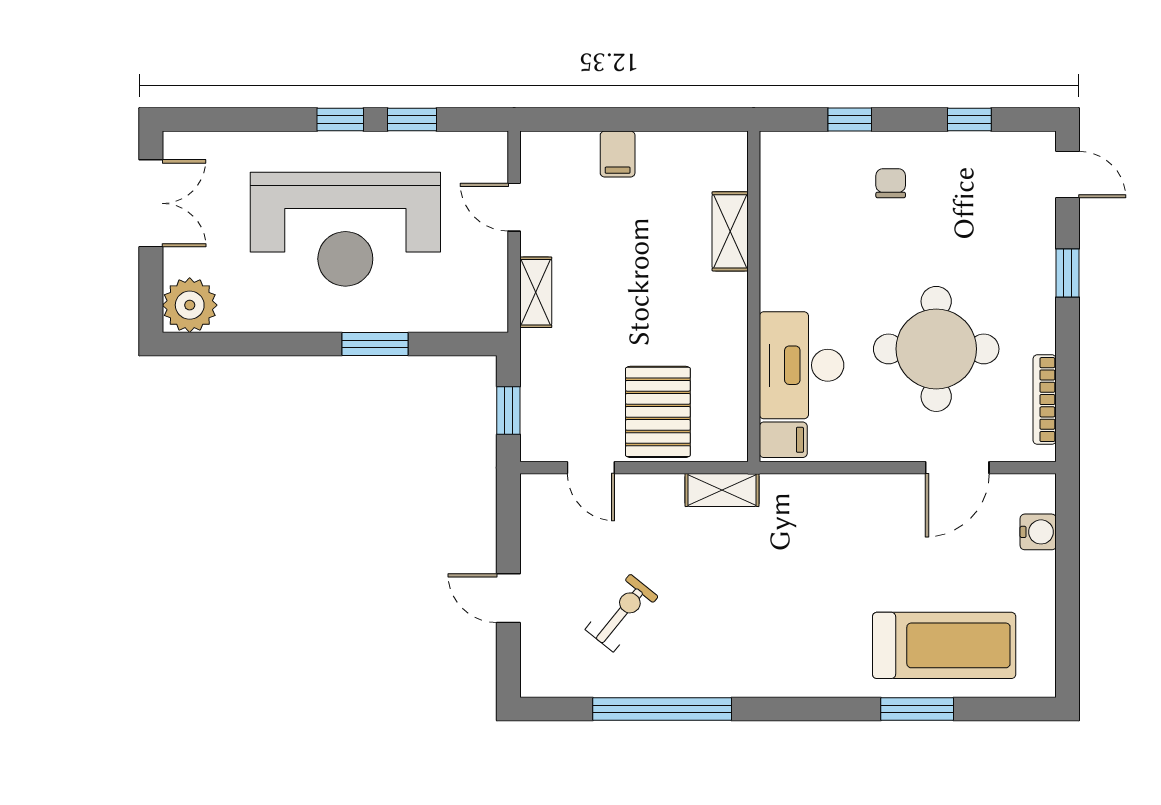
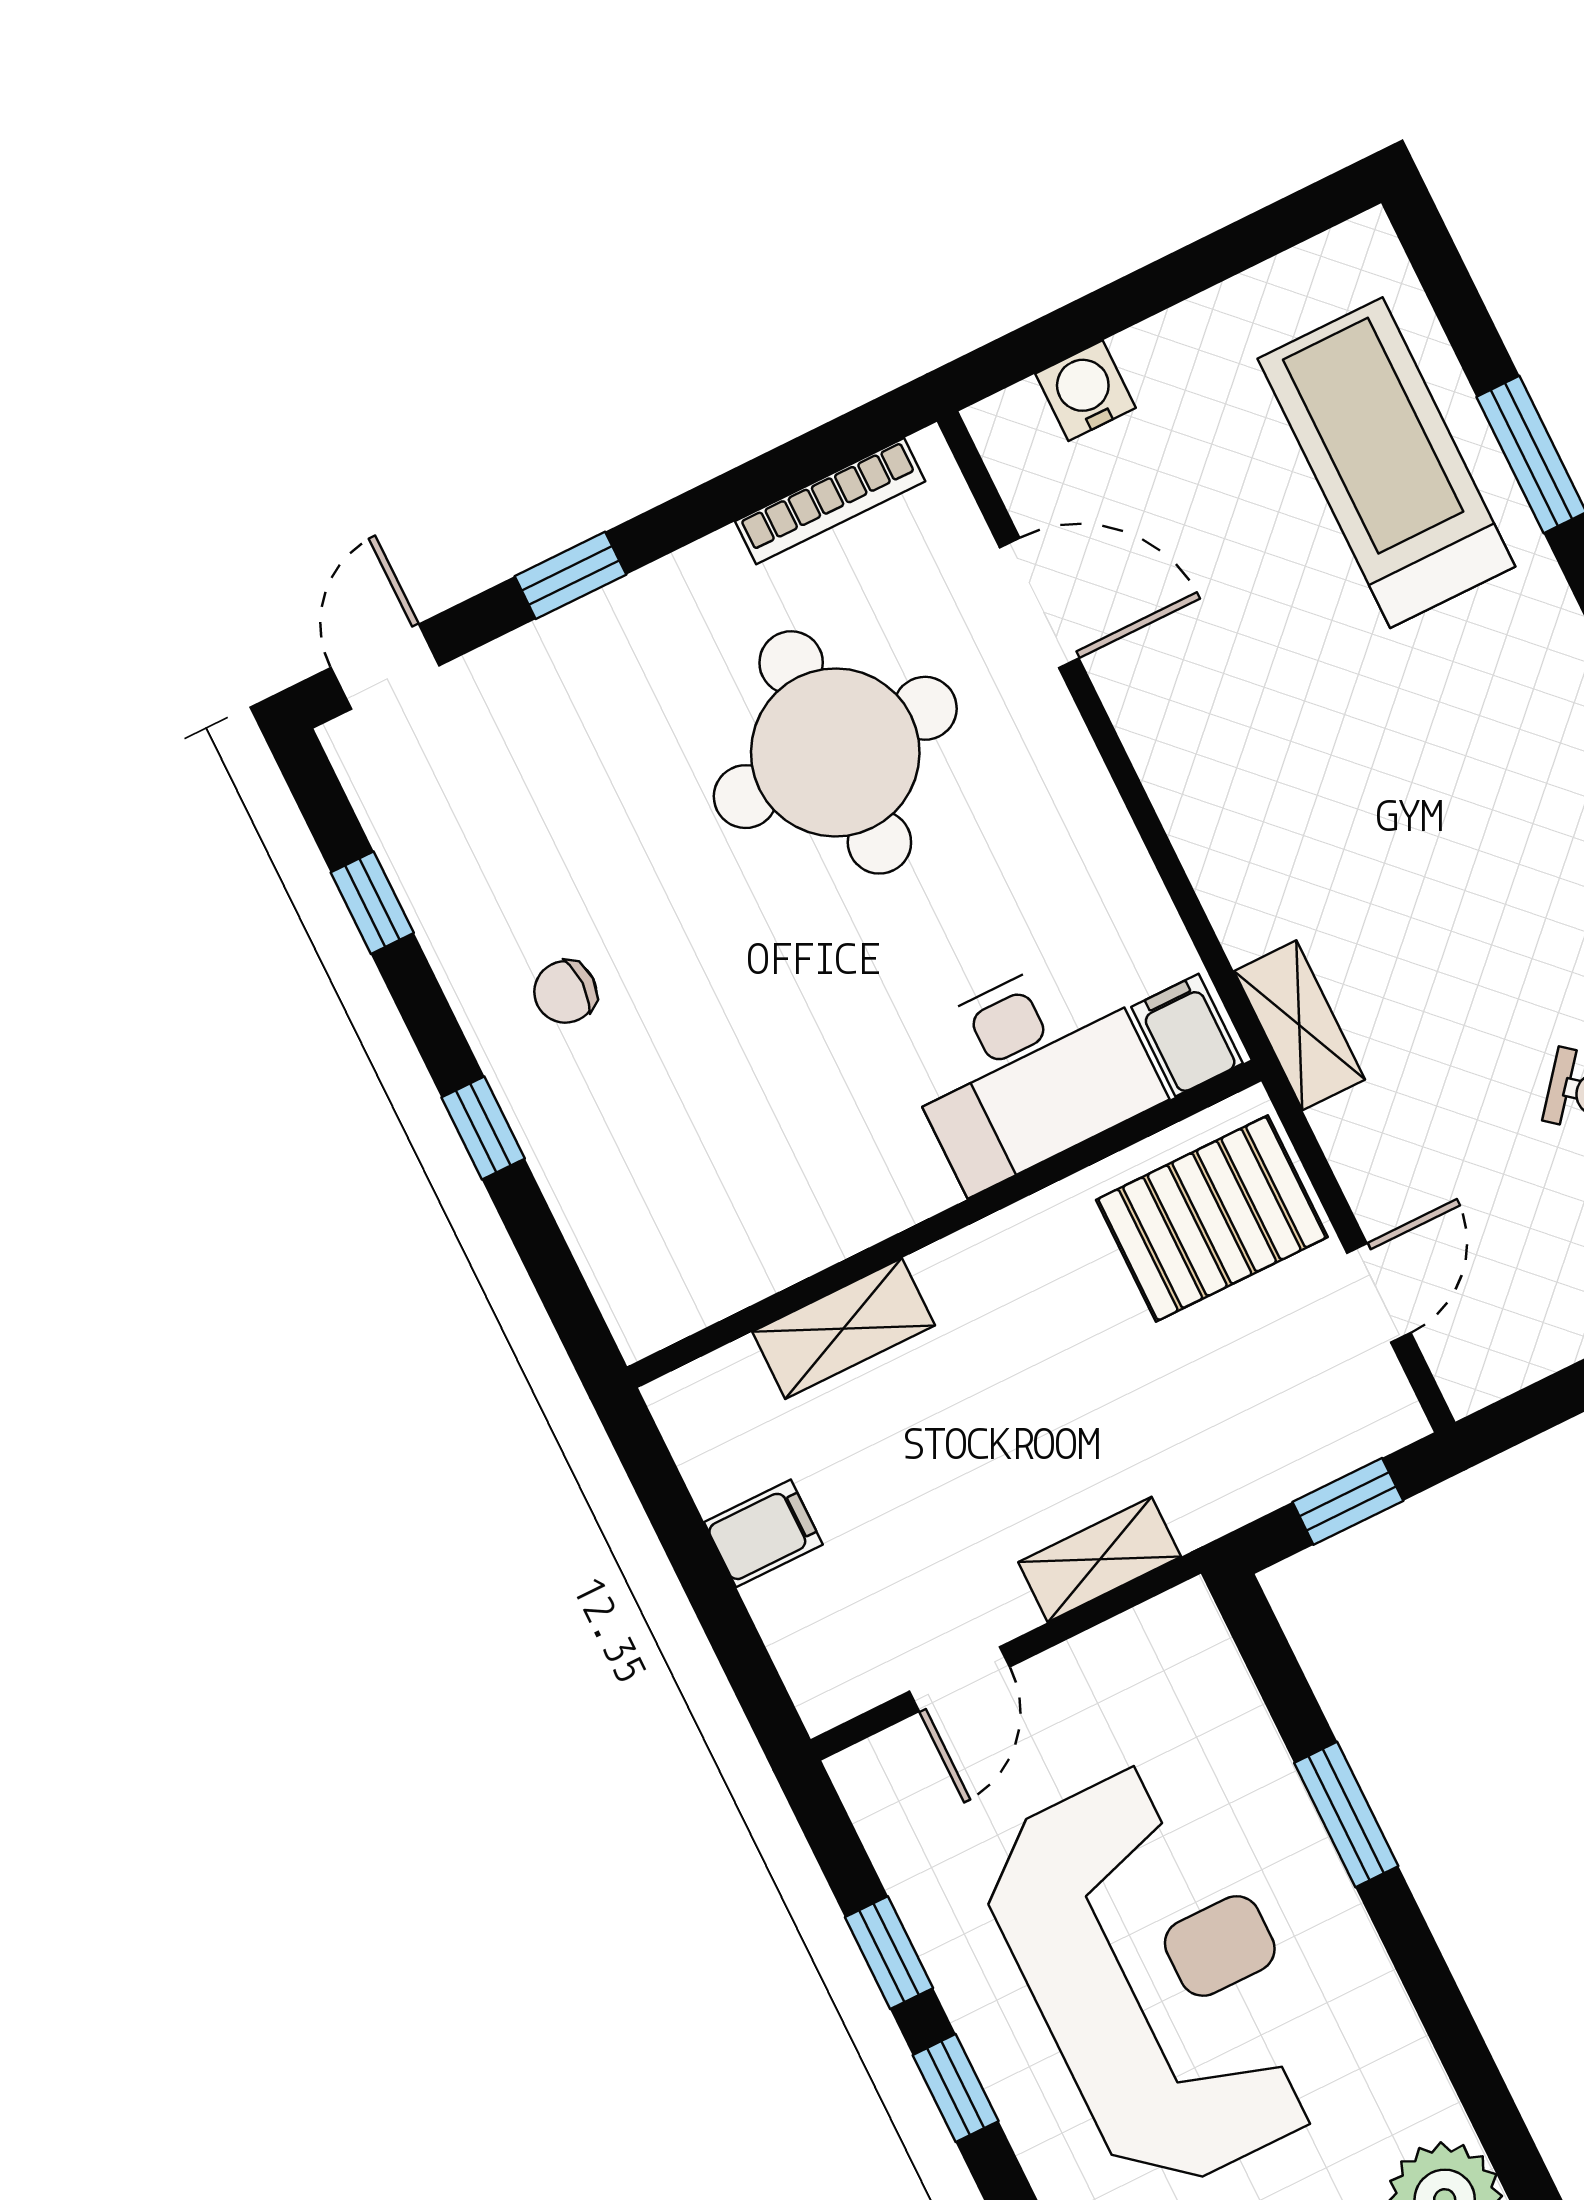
shelving: (730, 231) -> (844, 1329), moved
wall: (754, 296) -> (944, 1224), moved
desk: (802, 365) -> (1030, 1070), moved
filing cabinet: (783, 440) -> (1187, 1035), moved

